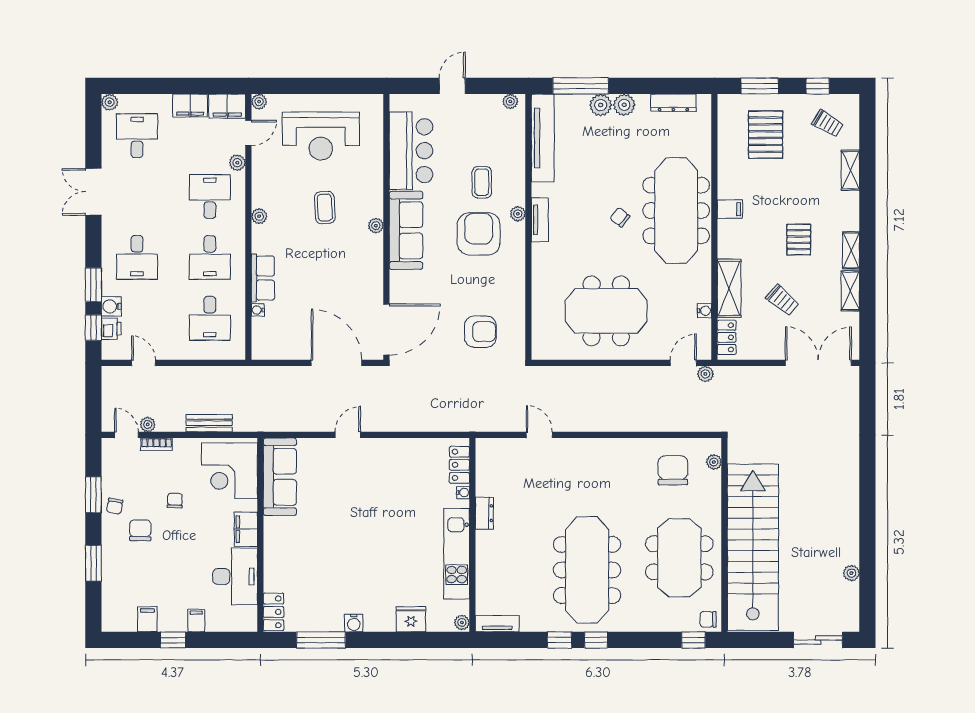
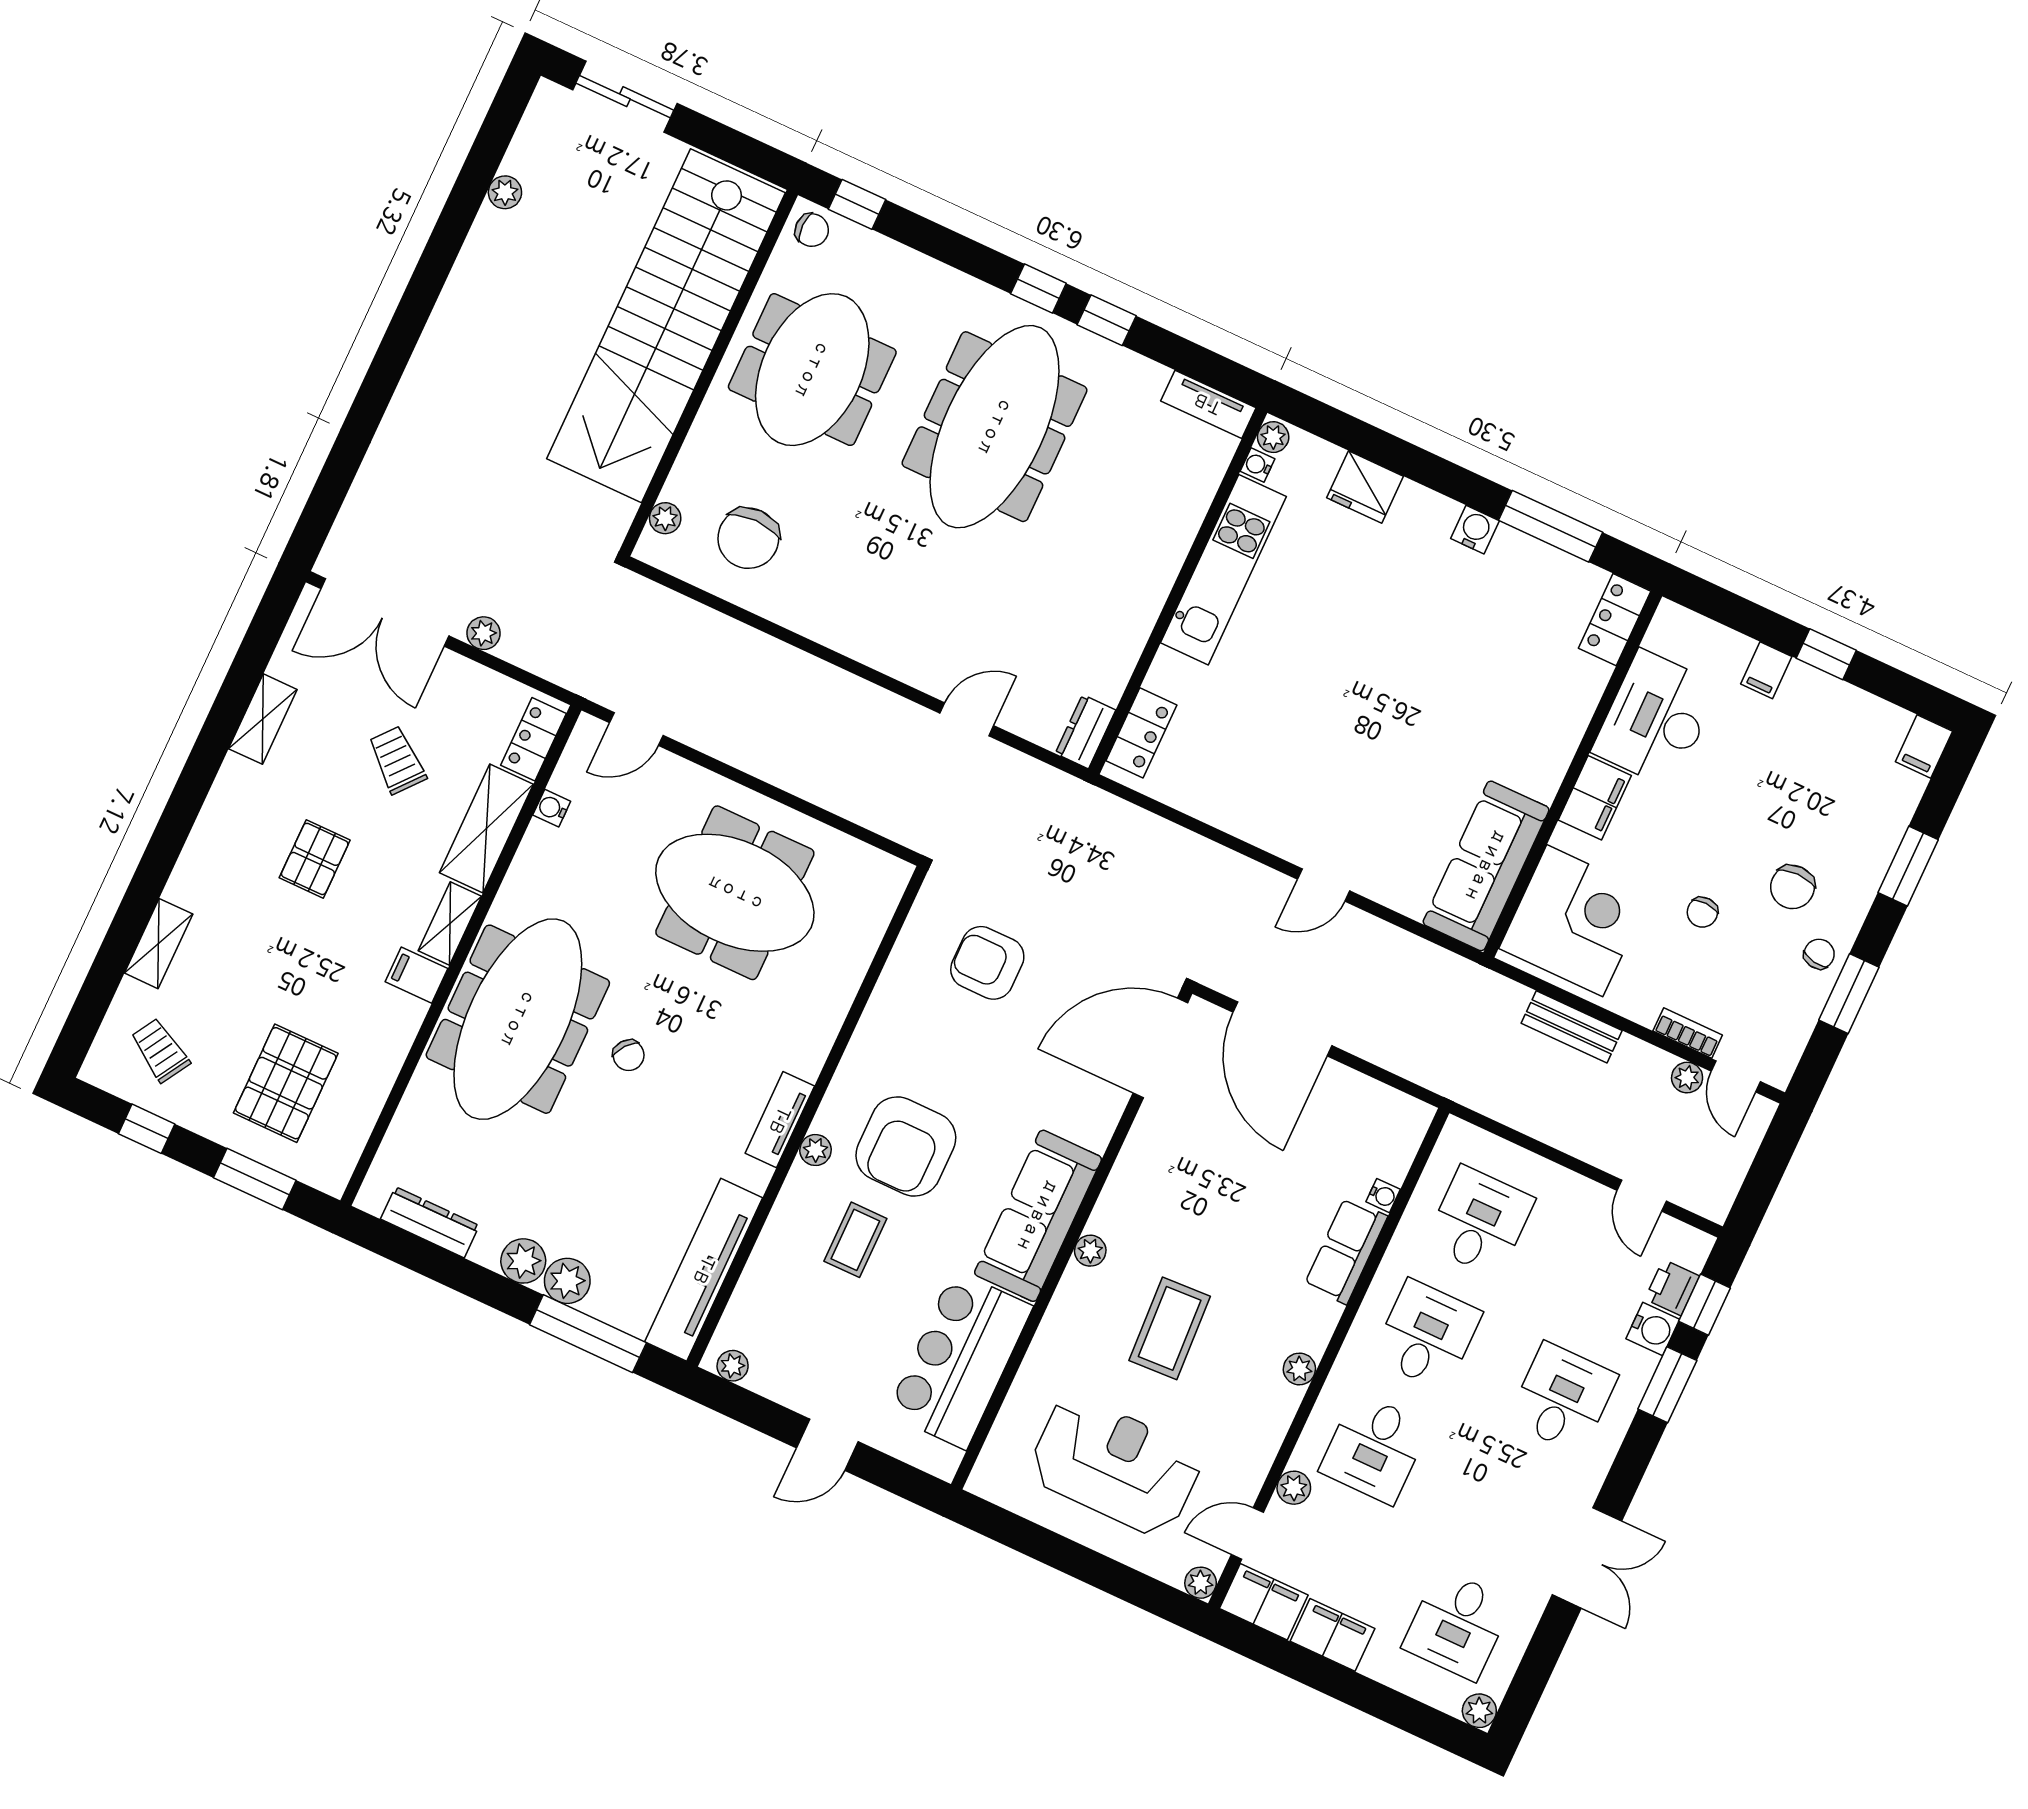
coffee table: (325, 208) -> (1170, 1328), width x1.36, depth x1.30
shelving: (851, 250) -> (450, 924), moved
plant: (705, 374) -> (484, 633), moved
door: (539, 435) -> (967, 719), swing flipped
water cooler: (463, 492) -> (1258, 465), moved
dresser: (484, 513) -> (1085, 732), moved
filing cabinet: (147, 619) -> (1924, 746), moved

